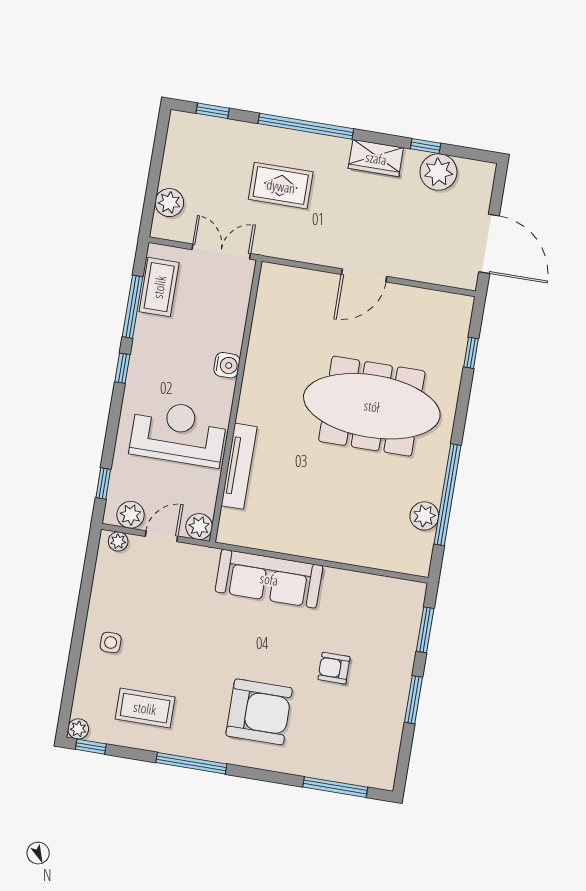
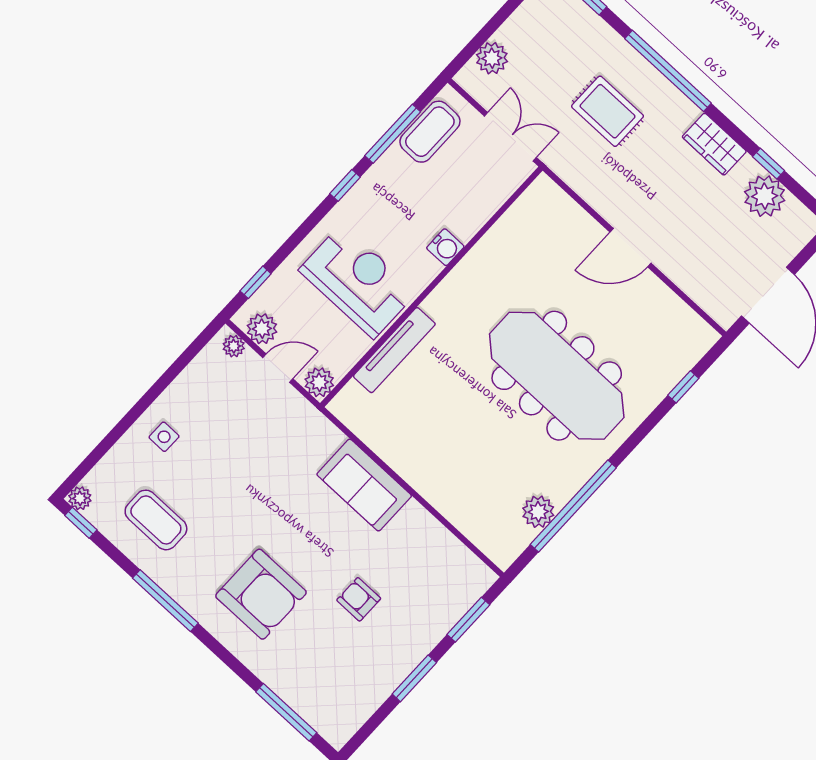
sofa: (269, 579) -> (364, 485), width x0.73

